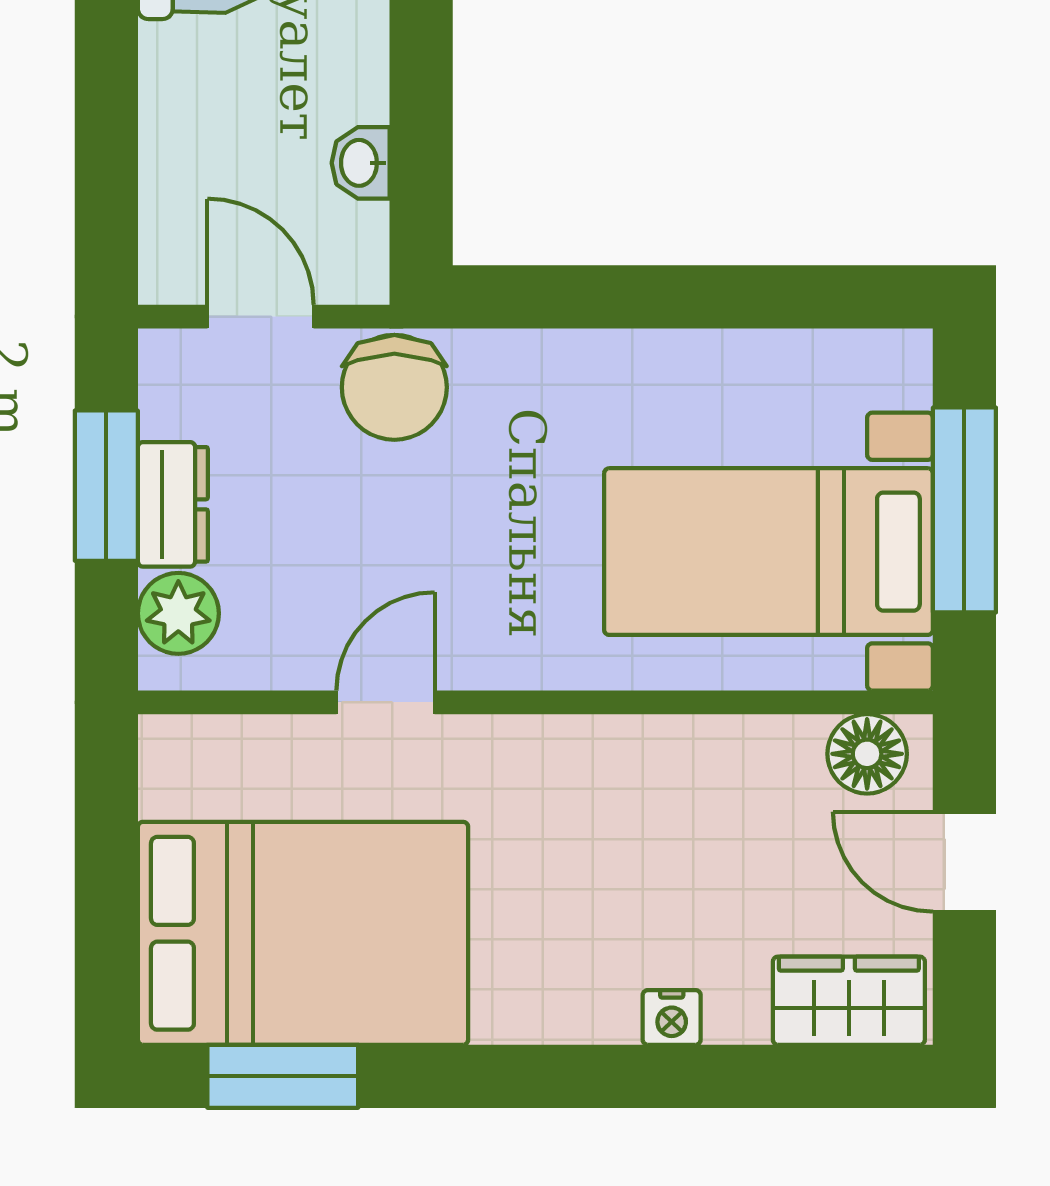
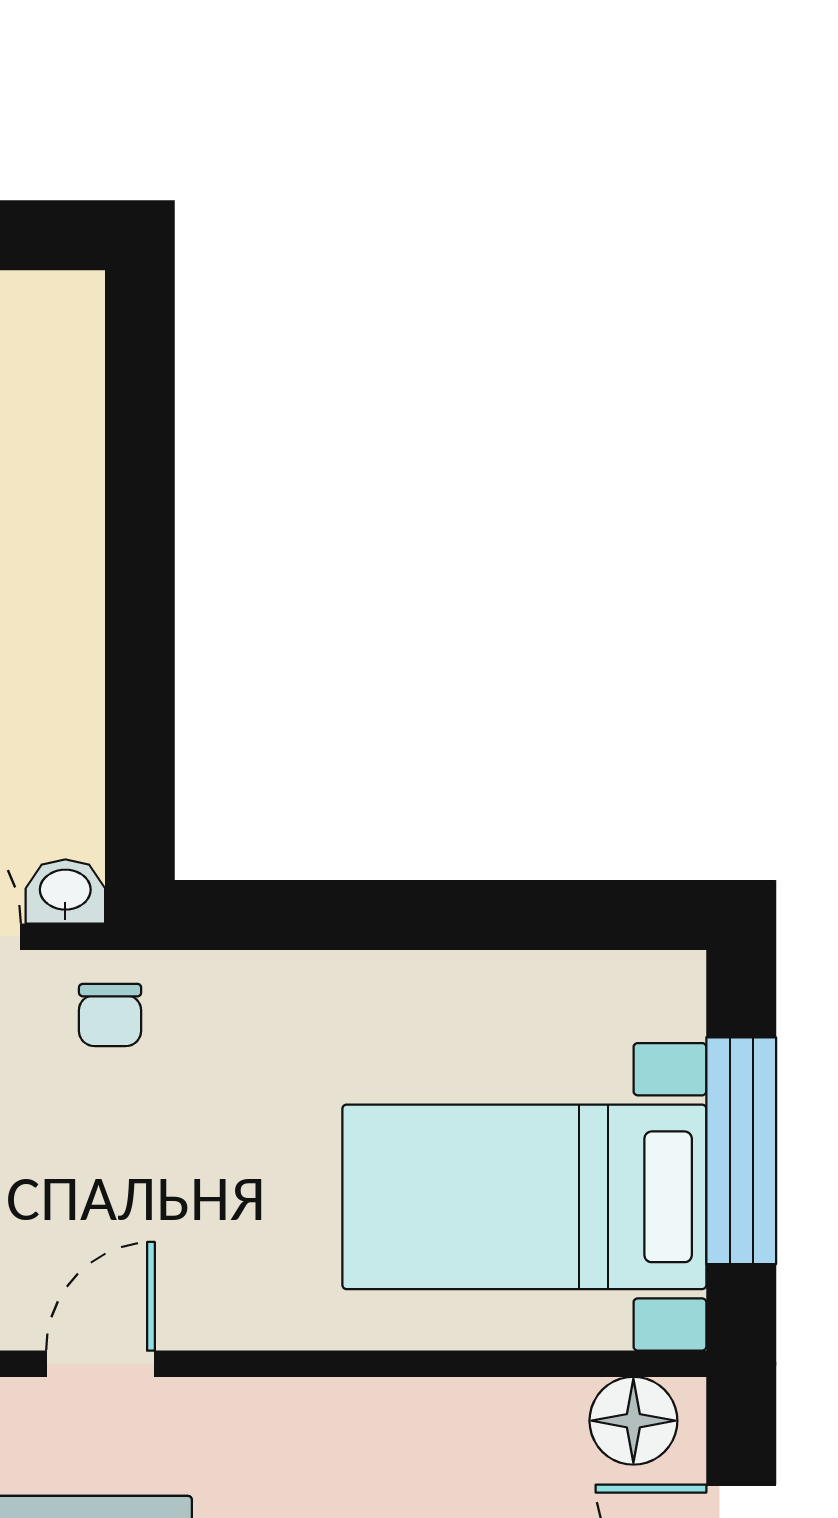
washbasin: (361, 163) -> (65, 892), moved, turned 90
chair: (394, 387) -> (110, 1015), width x0.54, depth x0.54

